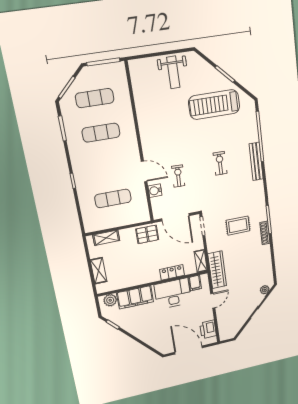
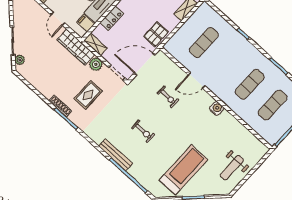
weight bench: (173, 72) -> (232, 168), turned -90
water cooler: (155, 191) -> (217, 108), moved
plant: (213, 245) -> (96, 64), added

